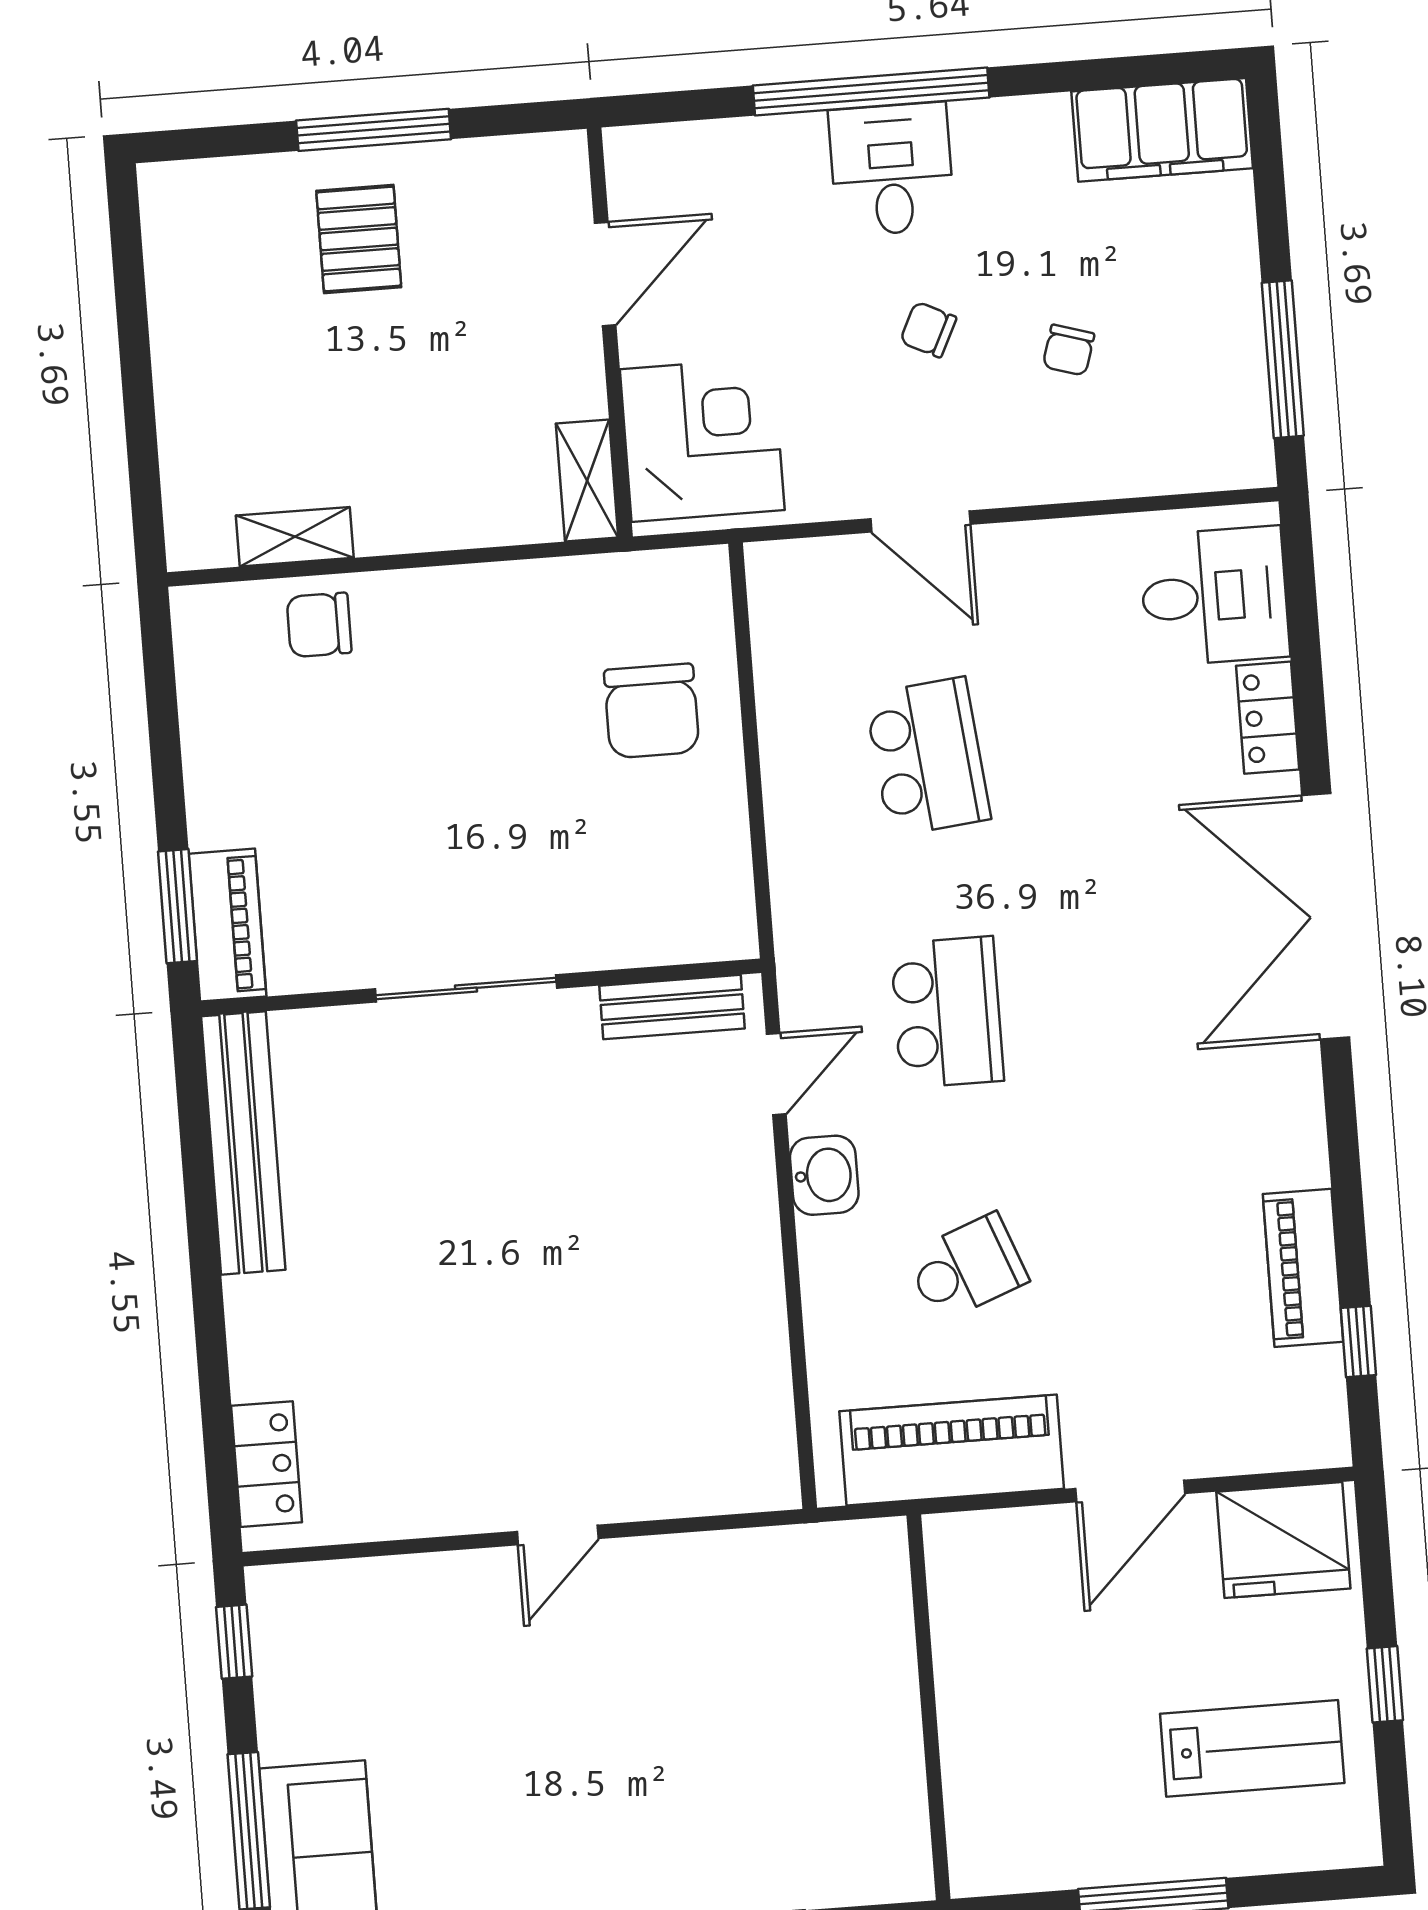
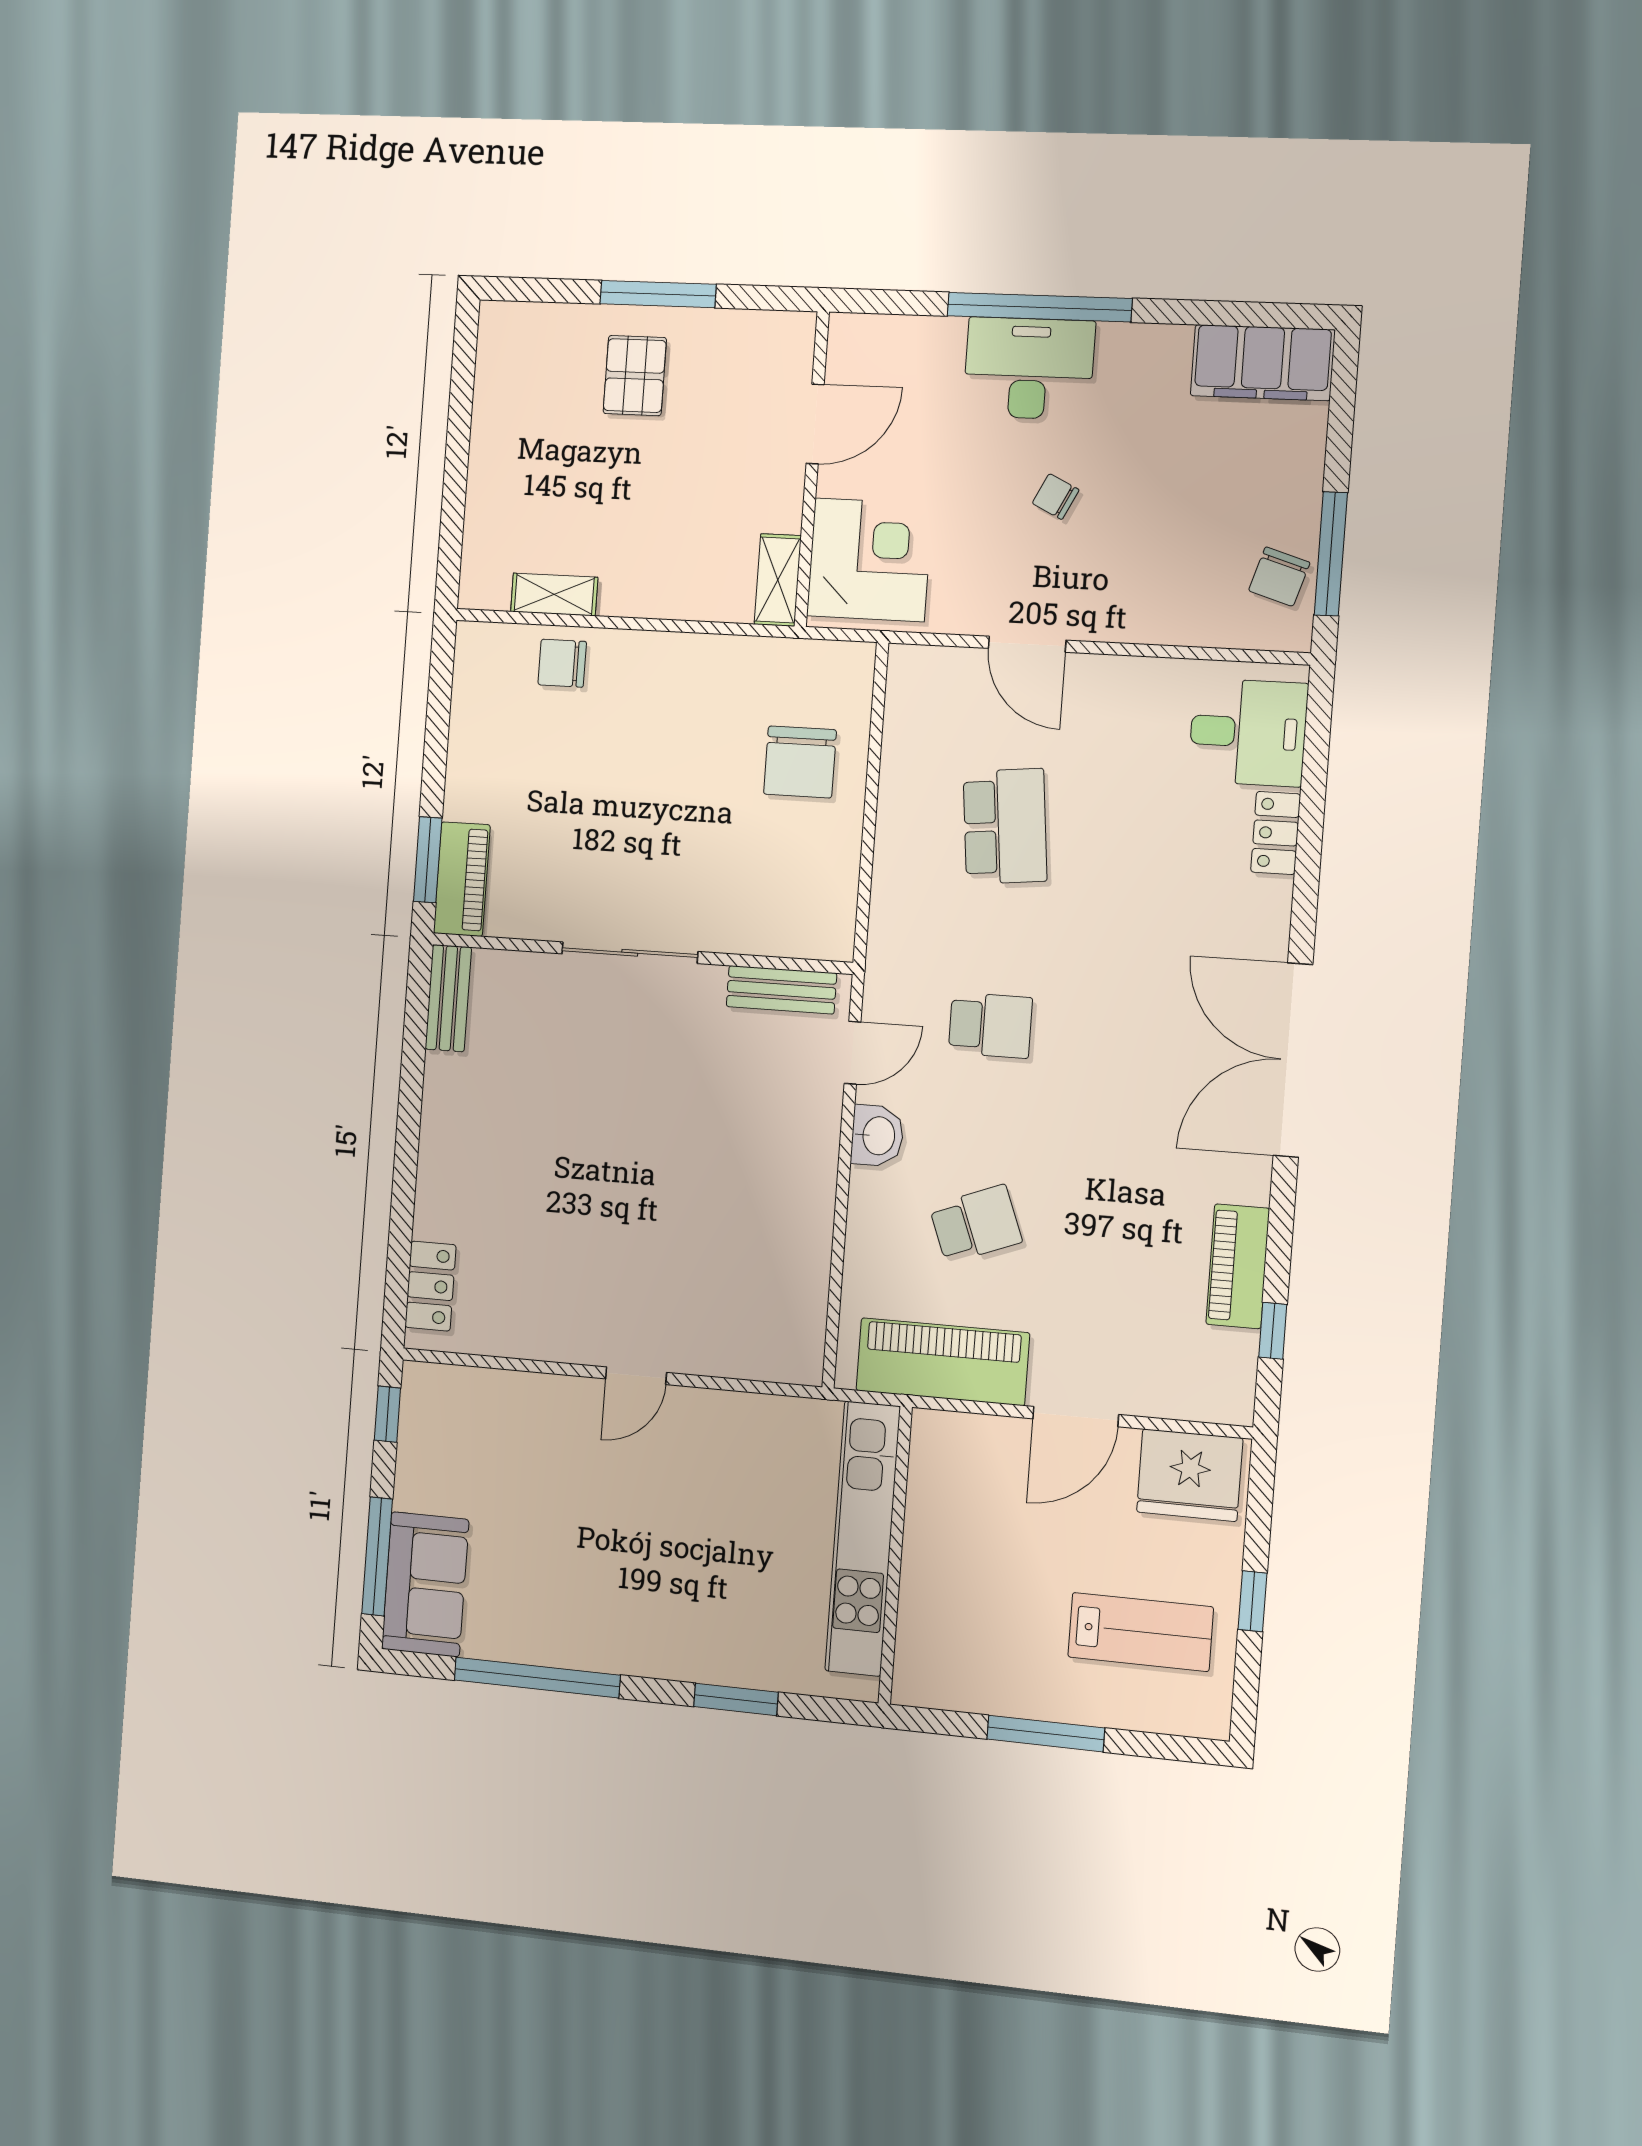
desk: (892, 169) -> (1029, 368), width x1.37
chair: (1069, 350) -> (1279, 577), moved, width x1.37, depth x1.37
double door: (1326, 916) -> (1293, 1060), moved
school desk: (947, 1012) -> (990, 1025), width x0.54
bench: (243, 1143) -> (448, 998), width x0.54, depth x0.82
kitchen unit: (884, 1693) -> (863, 1539), added

